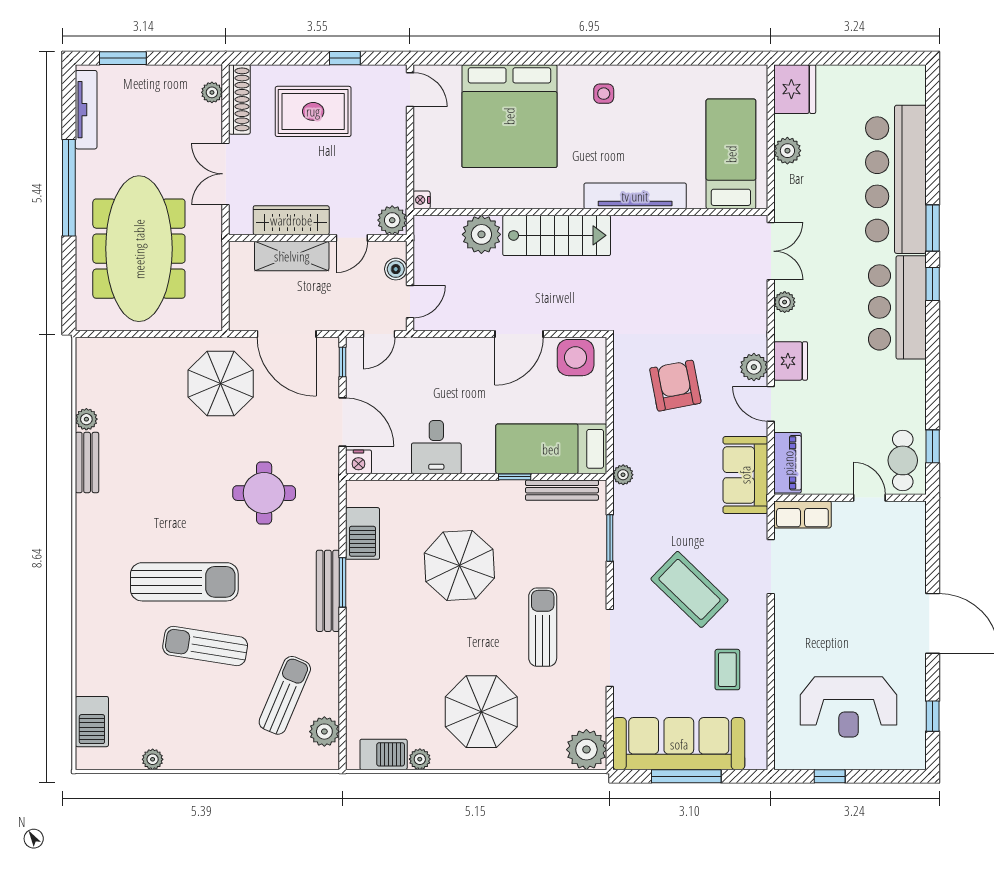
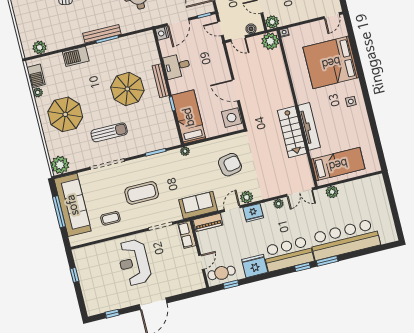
fridge: (795, 89) -> (255, 266), moved, turned 180
plant: (787, 151) -> (332, 192), moved
plant: (481, 234) -> (270, 41), moved
stairs: (557, 235) -> (292, 132), moved
bench: (562, 490) -> (160, 81), moved
barbecue: (362, 533) -> (76, 56), moved
coffee table: (689, 589) -> (142, 193), turned 46
sun lounger: (285, 695) -> (51, 26), removed
reception desk: (849, 707) -> (134, 262), moved

